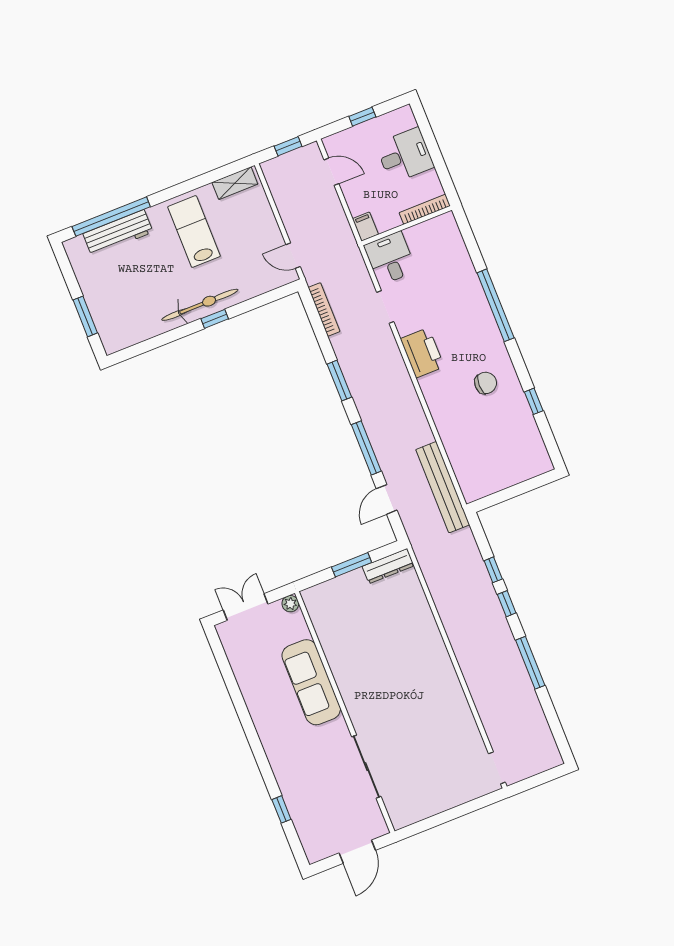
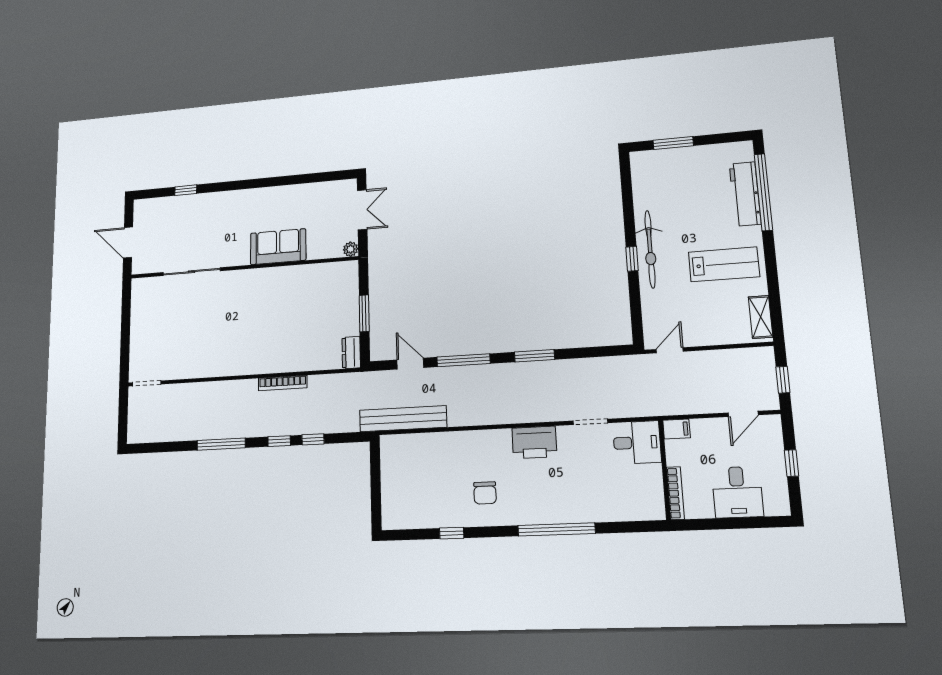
bookcase: (324, 309) -> (283, 383), moved
dresser: (388, 566) -> (351, 352), width x0.70
sofa: (311, 682) -> (278, 247), width x0.73

